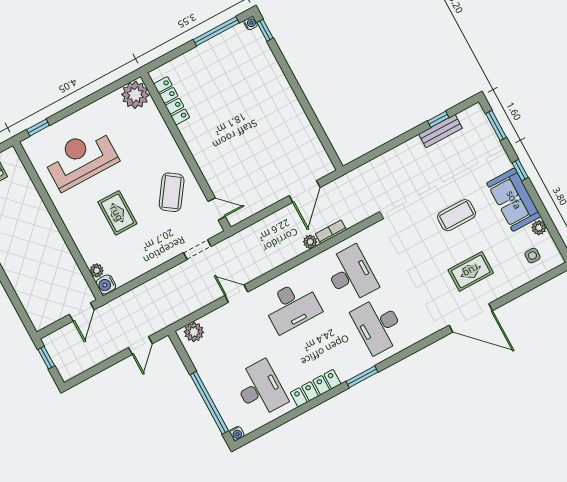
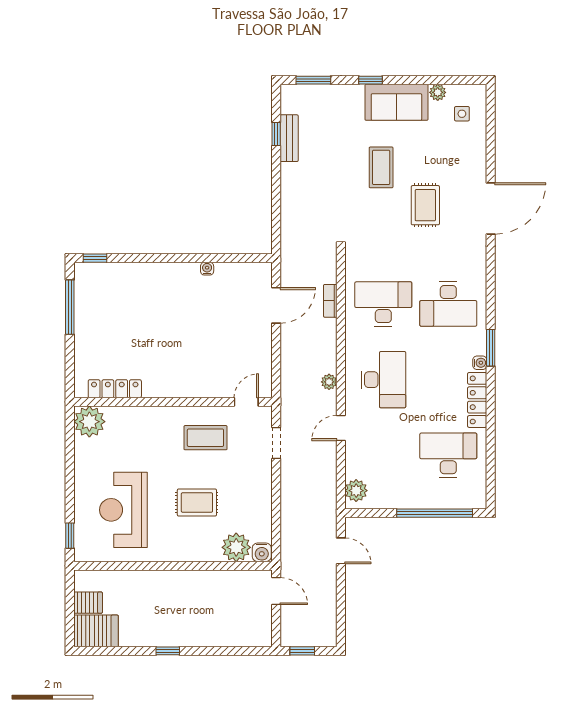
water cooler: (251, 23) -> (207, 269), moved
coffee table: (172, 192) -> (205, 438), turned -35
door: (305, 192) -> (276, 305), hinge flipped
plant: (310, 242) -> (329, 382), moved
plant: (97, 271) -> (236, 547), width x1.88, depth x1.88
rug: (471, 271) -> (425, 205), moved
water cooler: (237, 433) -> (480, 363), moved

